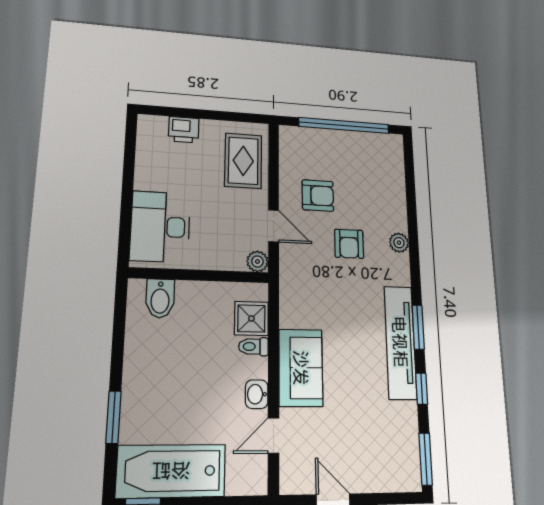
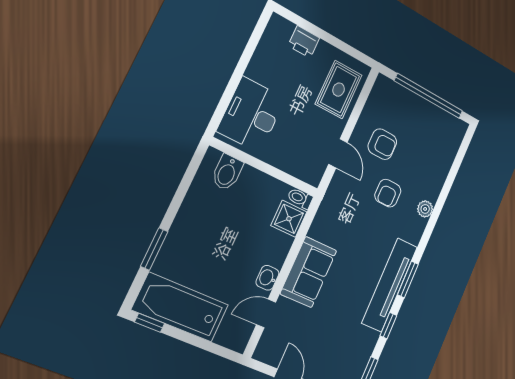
plant: (257, 261) -> (313, 176), removed
toilet: (253, 347) -> (300, 198), moved

